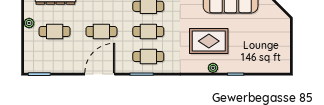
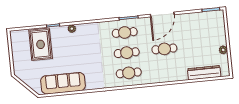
cafe table: (55, 31) -> (202, 45), removed
rug: (209, 41) -> (41, 44), moved, turned 90

